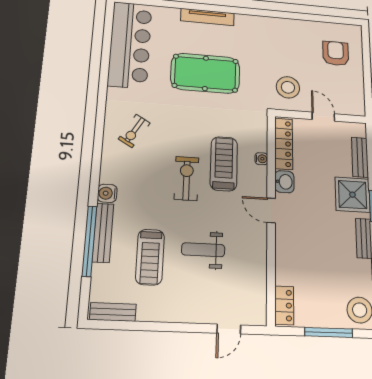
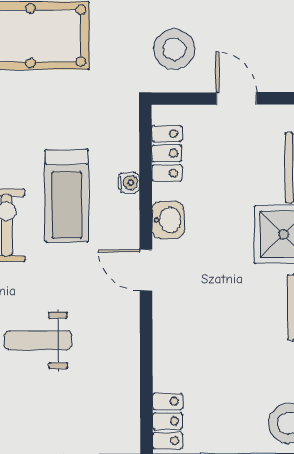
locker: (284, 144) -> (167, 153), width x0.66
treadmill: (224, 164) -> (67, 196), turned 180

